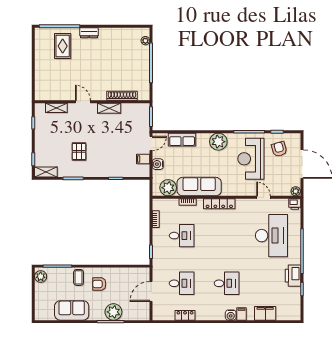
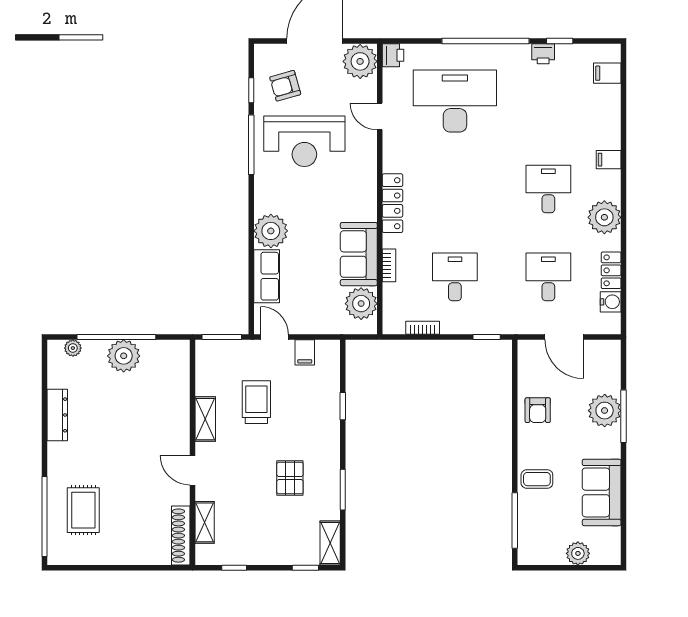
dresser: (89, 33) -> (57, 415), moved, width x1.44
rug: (63, 46) -> (83, 510), turned 90
plant: (141, 67) -> (124, 356), added
shoe rack: (122, 96) -> (181, 536), moved
door: (83, 102) -> (193, 470), hinge flipped
trolley: (118, 134) -> (256, 402), added
plant: (218, 142) -> (271, 231), moved
pallet: (79, 151) -> (290, 478), turned 90
water cooler: (158, 164) -> (315, 324), removed
sofa: (199, 187) -> (359, 254), width x0.73
plant: (296, 191) -> (360, 61), width x1.88, depth x1.88
door: (263, 197) -> (380, 117), hinge flipped
plant: (41, 276) -> (578, 553), moved
printer: (293, 276) -> (543, 54), width x0.53, depth x0.68
armchair: (99, 284) -> (538, 410), moved
plant: (212, 312) -> (604, 217), added
filing cabinet: (265, 313) -> (607, 73), moved, width x0.50
water cooler: (231, 315) -> (611, 302), moved

